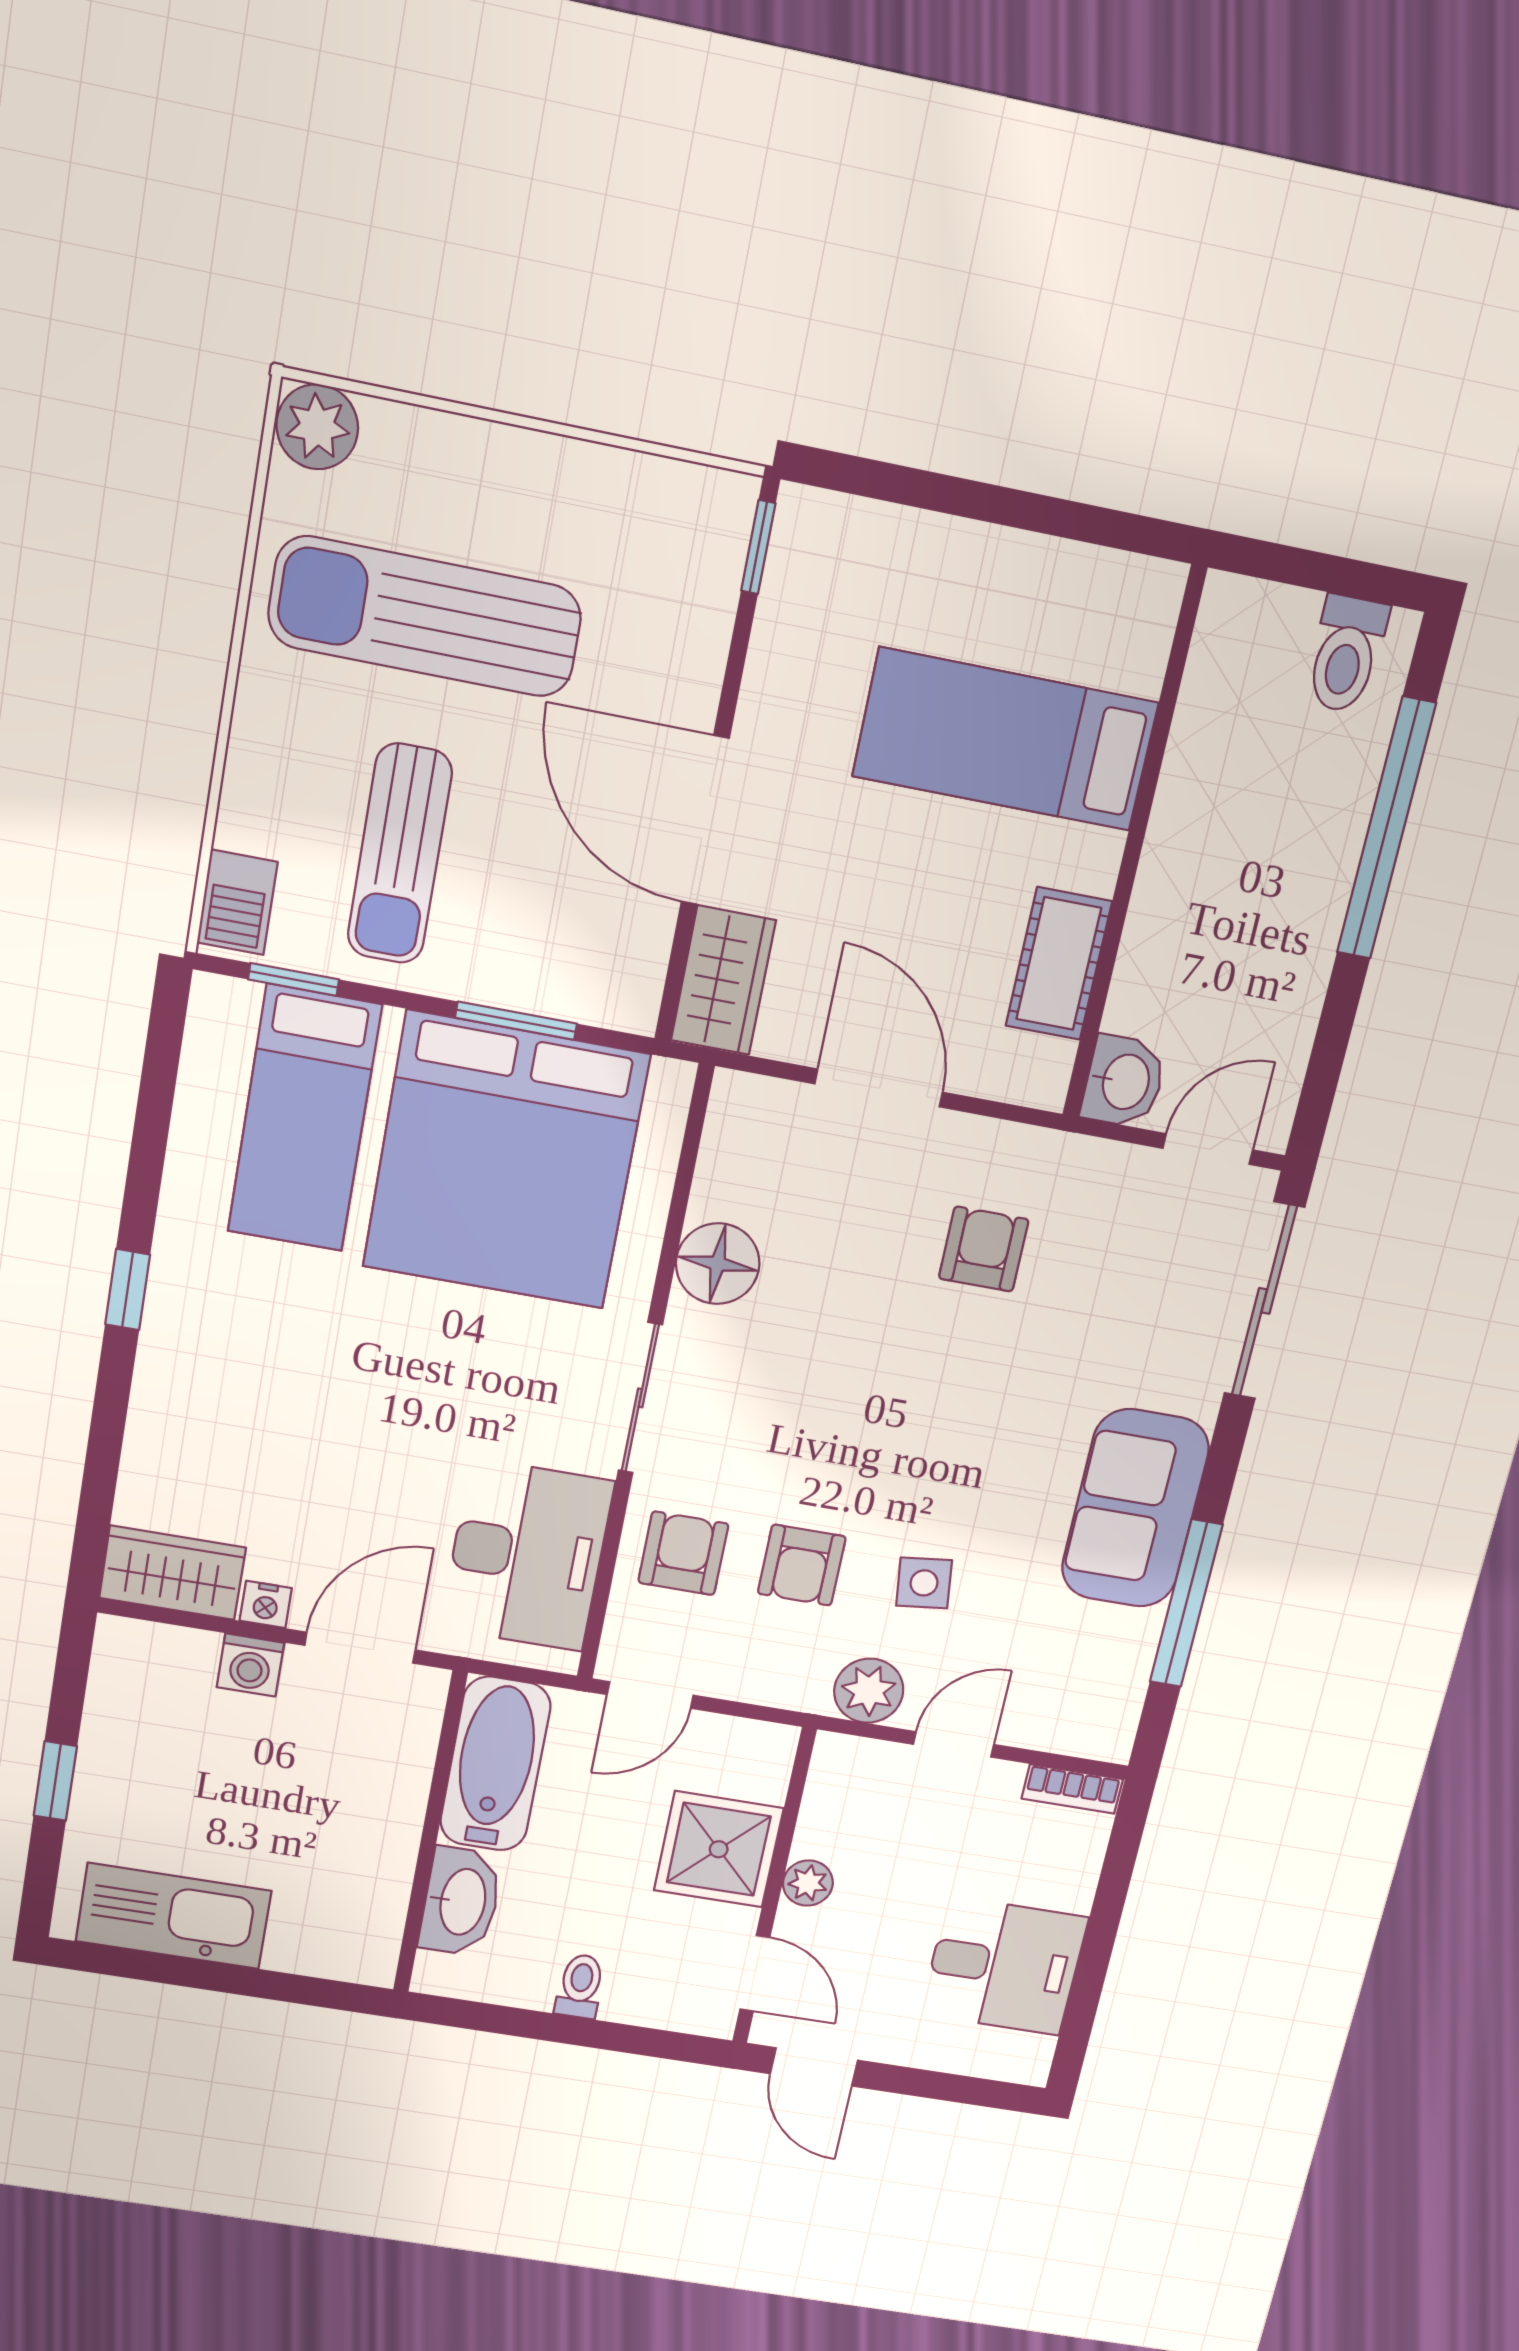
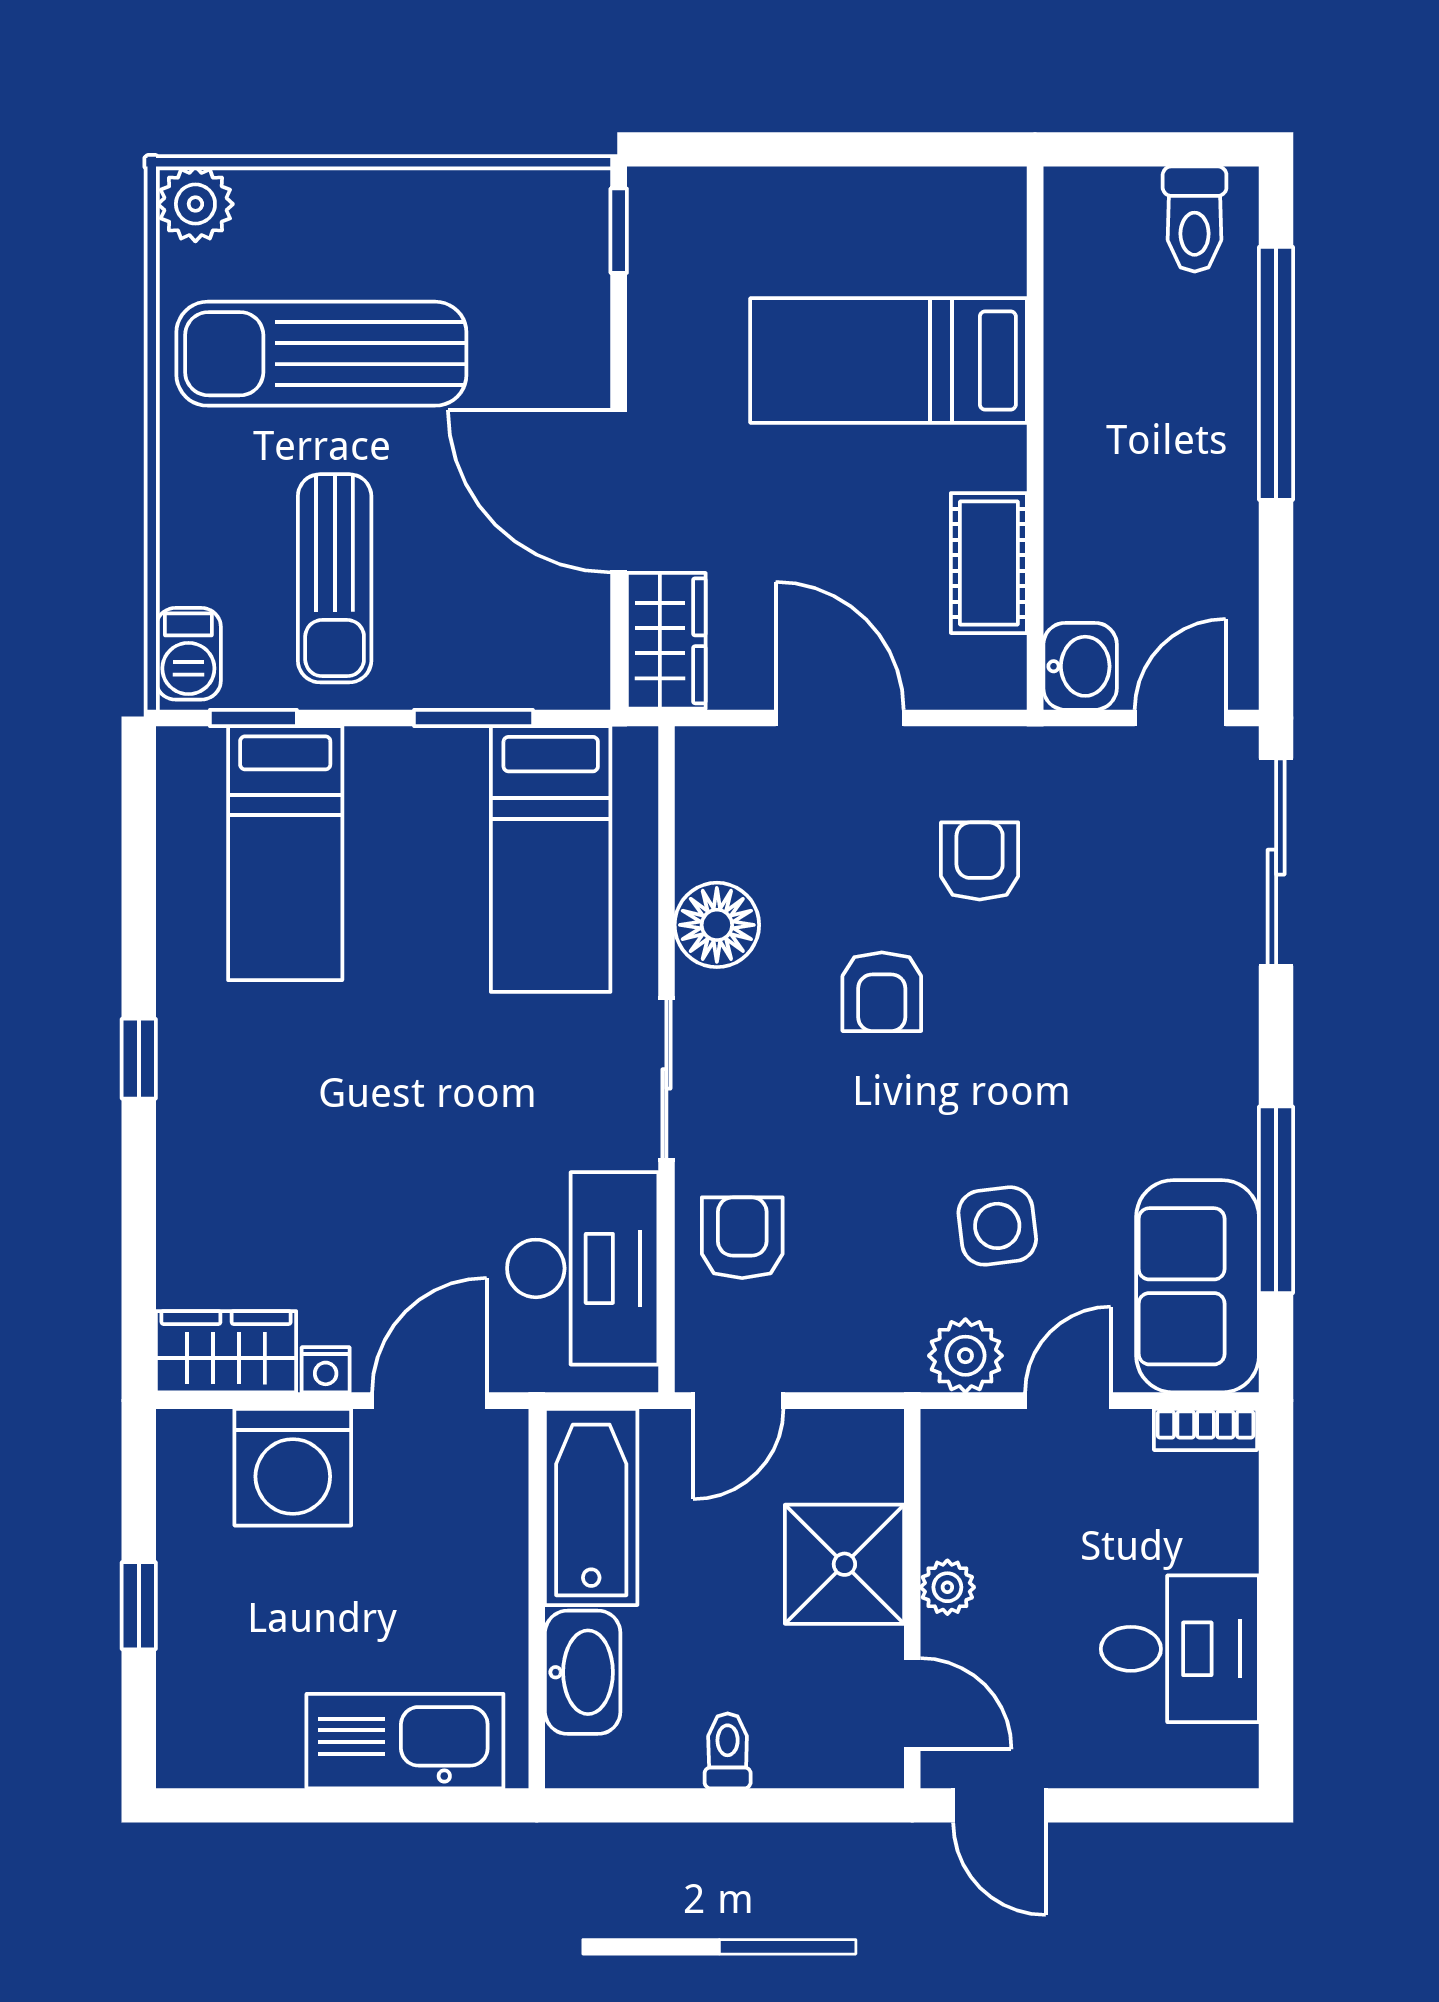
bed: (506, 1161) -> (551, 859), width x0.49
sofa: (1135, 1509) -> (1198, 1286), moved
armchair: (802, 1565) -> (882, 992), moved
side table: (924, 1583) -> (997, 1226), width x1.37, depth x1.37
washing machine: (250, 1665) -> (293, 1467), width x1.89, depth x1.89
kitchen sink: (174, 1916) -> (405, 1741), moved

